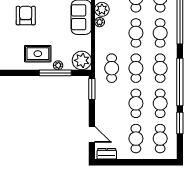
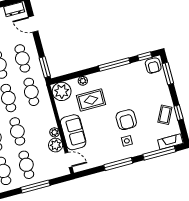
rug: (38, 54) -> (91, 100), moved
window: (55, 73) -> (114, 65), moved
cafe table: (112, 103) -> (22, 58), added

